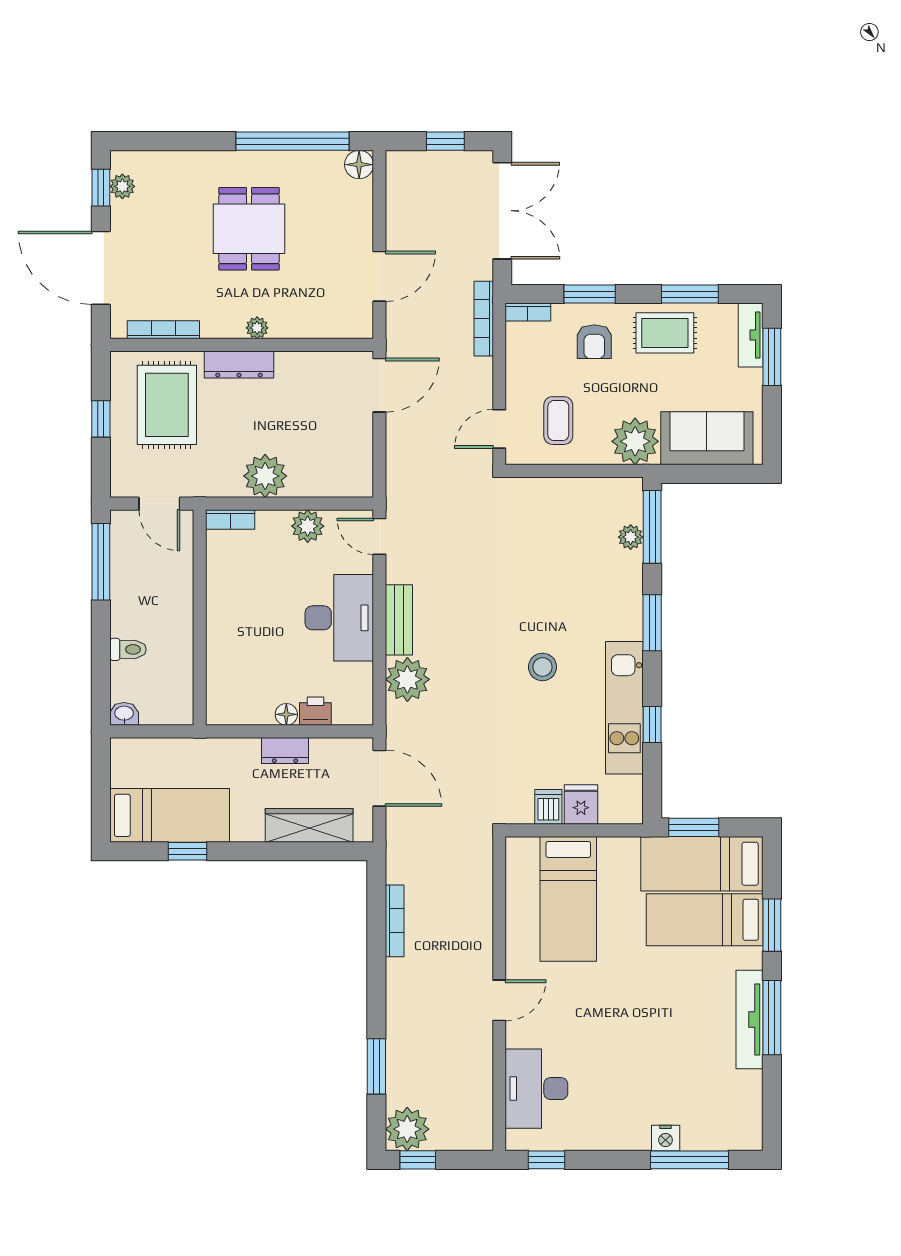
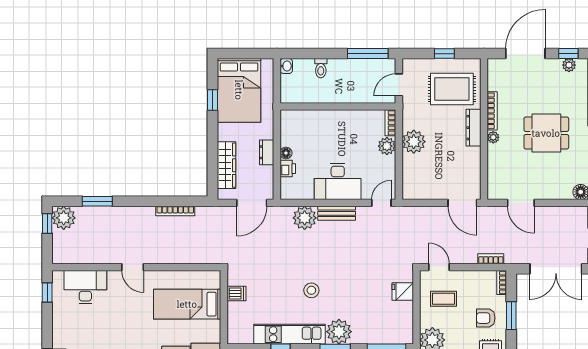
bookcase: (484, 319) -> (491, 259), width x0.64
bookcase: (163, 330) -> (492, 111), moved
plant: (308, 526) -> (387, 146), moved
plant: (631, 537) -> (339, 332), moved, width x1.87, depth x1.87
fridge: (581, 805) -> (403, 291), moved, turned 180
bed: (170, 815) -> (239, 90), width x1.50

